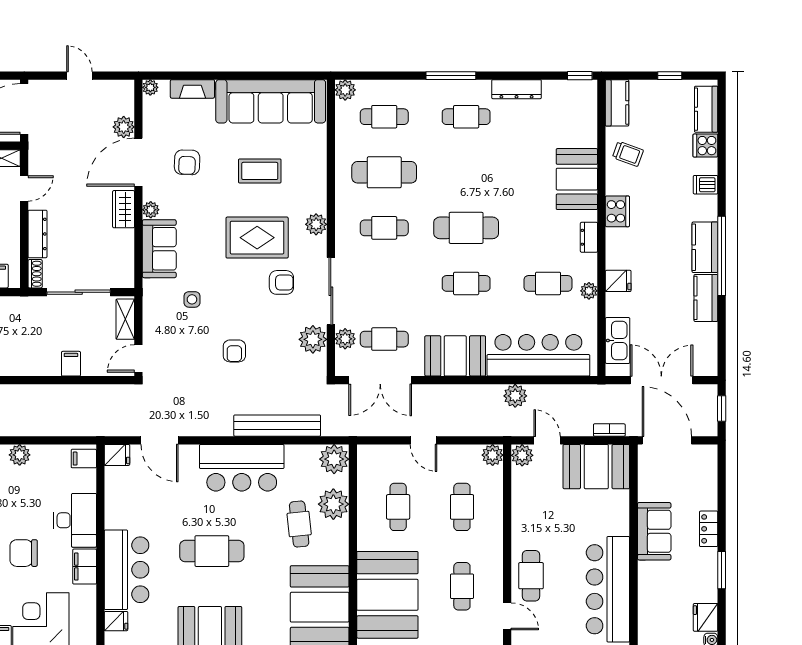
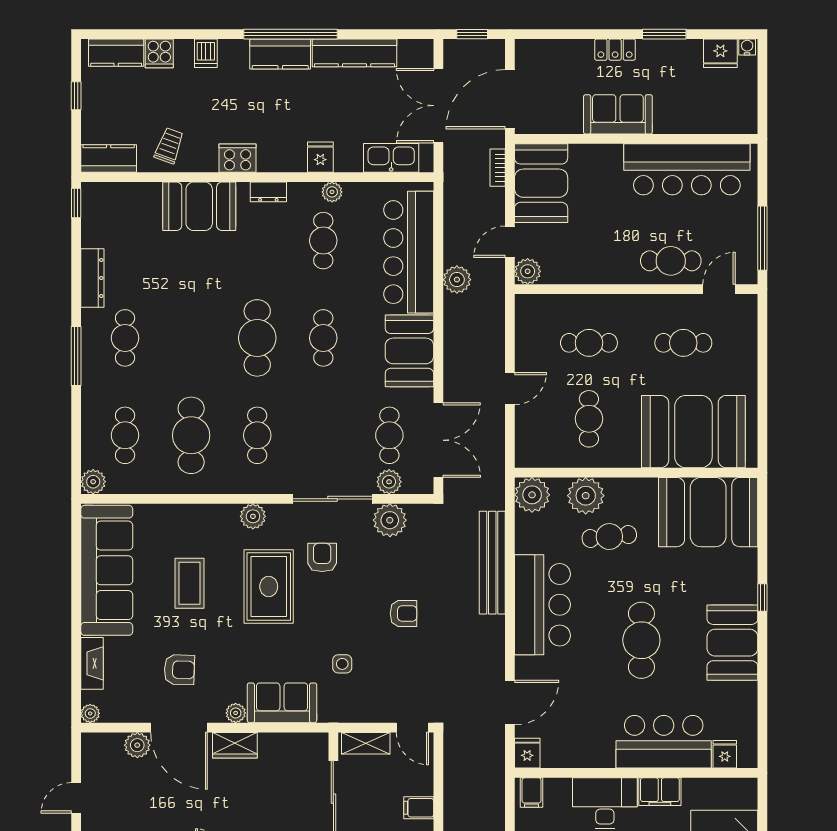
kitchen counter: (706, 298) -> (355, 53), width x1.50
plant: (493, 455) -> (527, 307), removed
cafe table: (398, 507) -> (589, 419), turned 90

